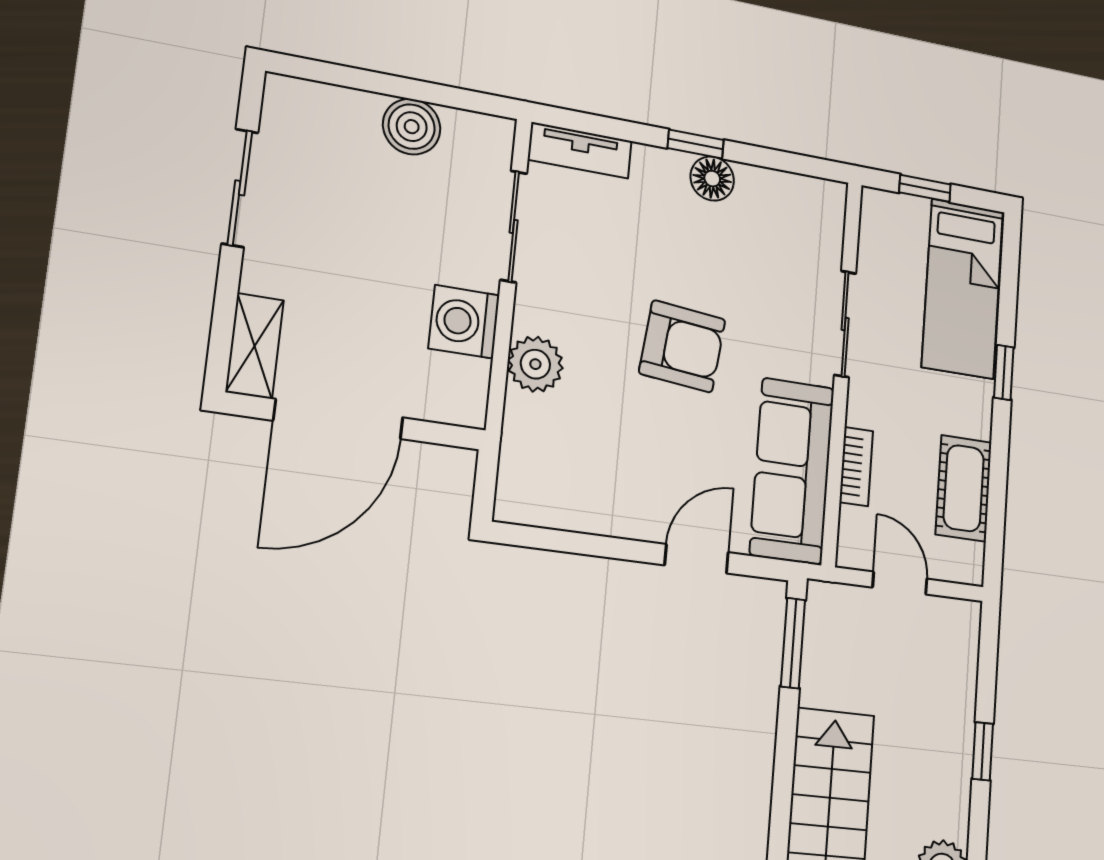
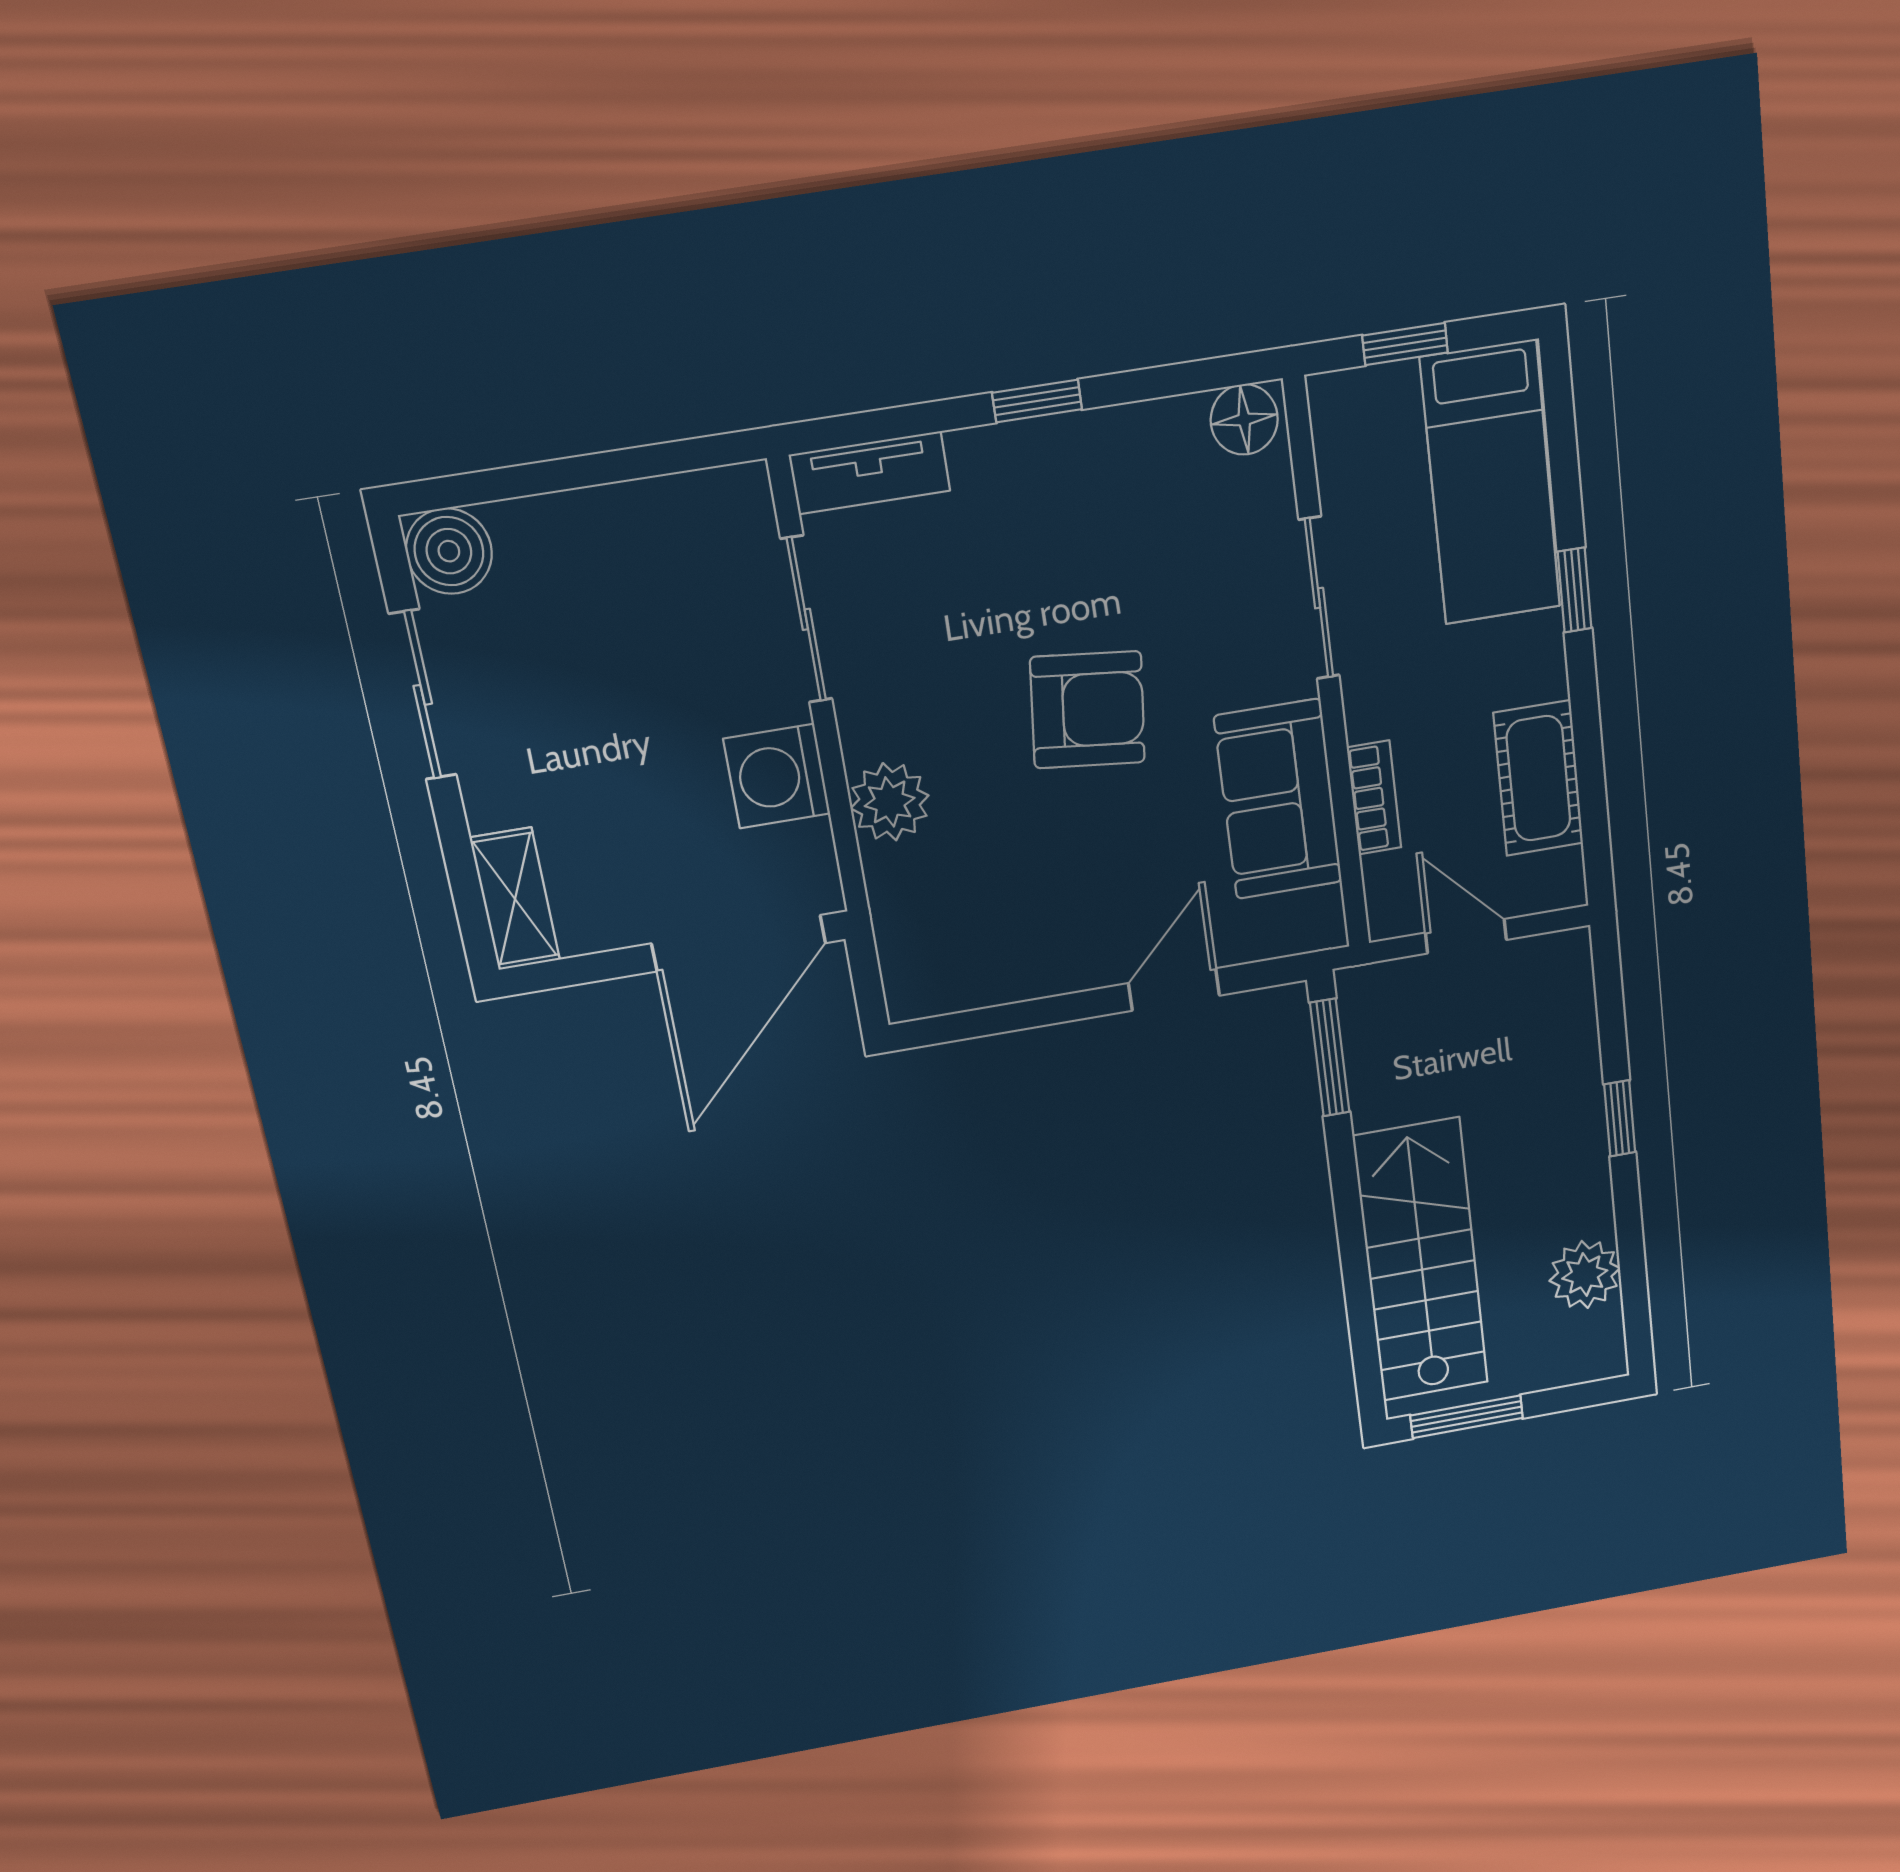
boiler: (412, 127) -> (449, 551), moved
floor lamp: (712, 179) -> (1244, 419), moved
door: (338, 419) -> (739, 943), moved
sofa: (792, 471) -> (1278, 799), width x0.73

